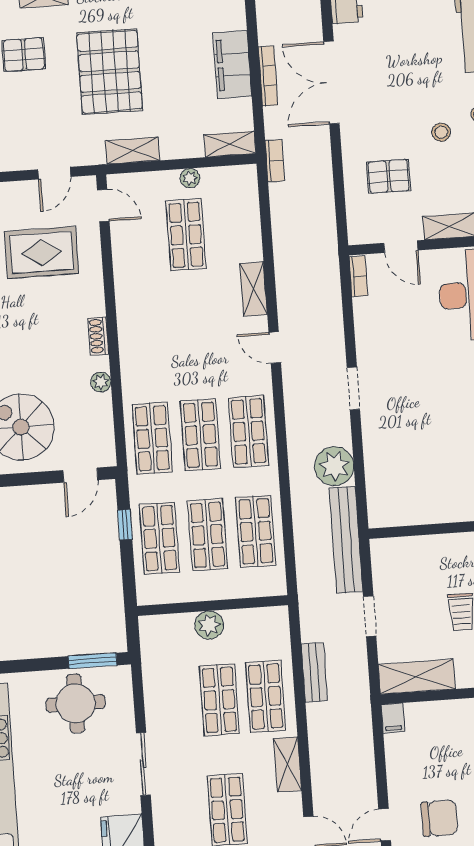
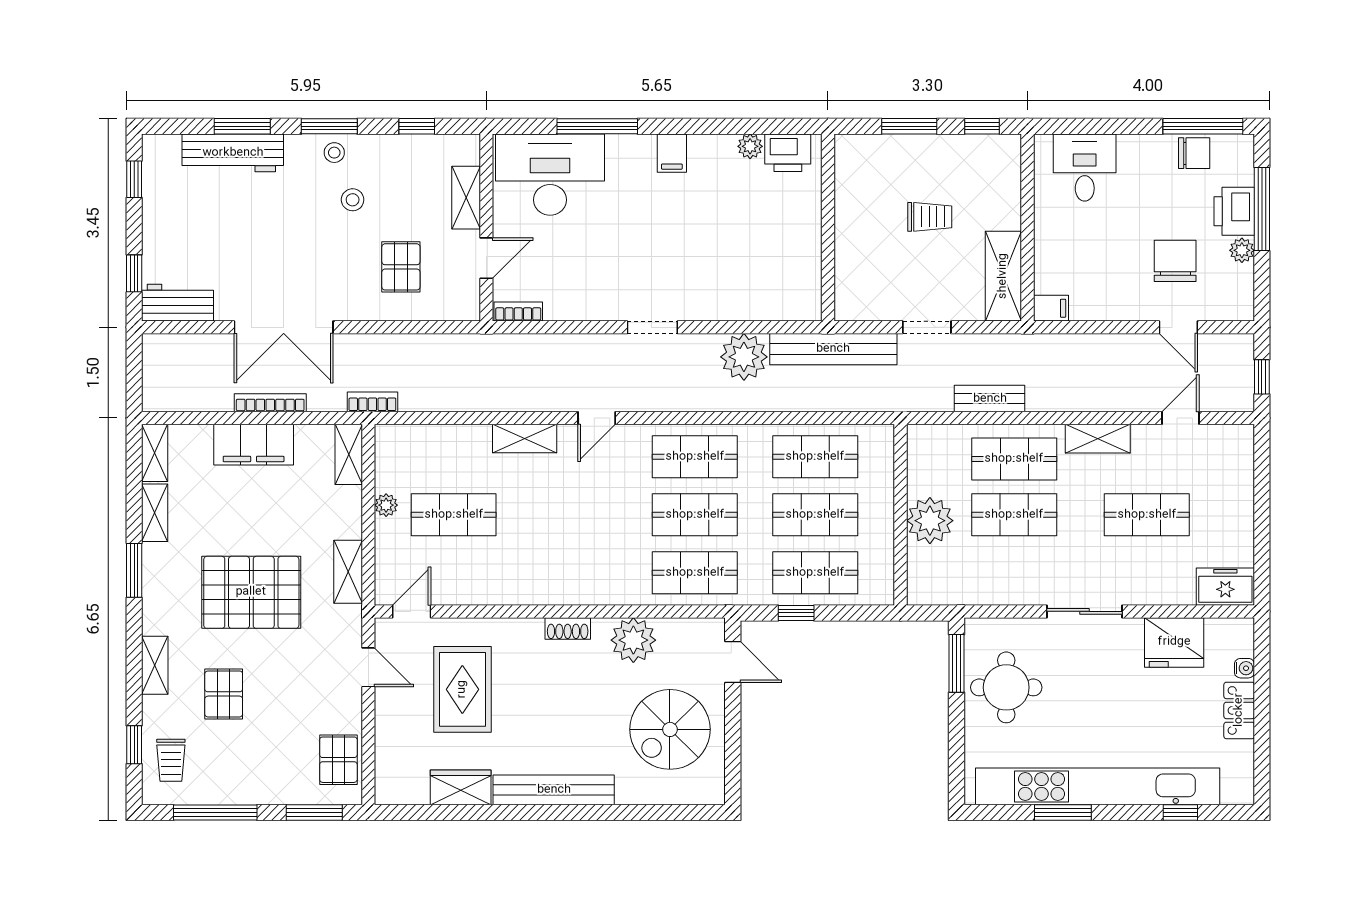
plant: (101, 382) -> (633, 640), width x1.88, depth x1.88
plant: (209, 625) -> (930, 521), width x1.36, depth x1.36

